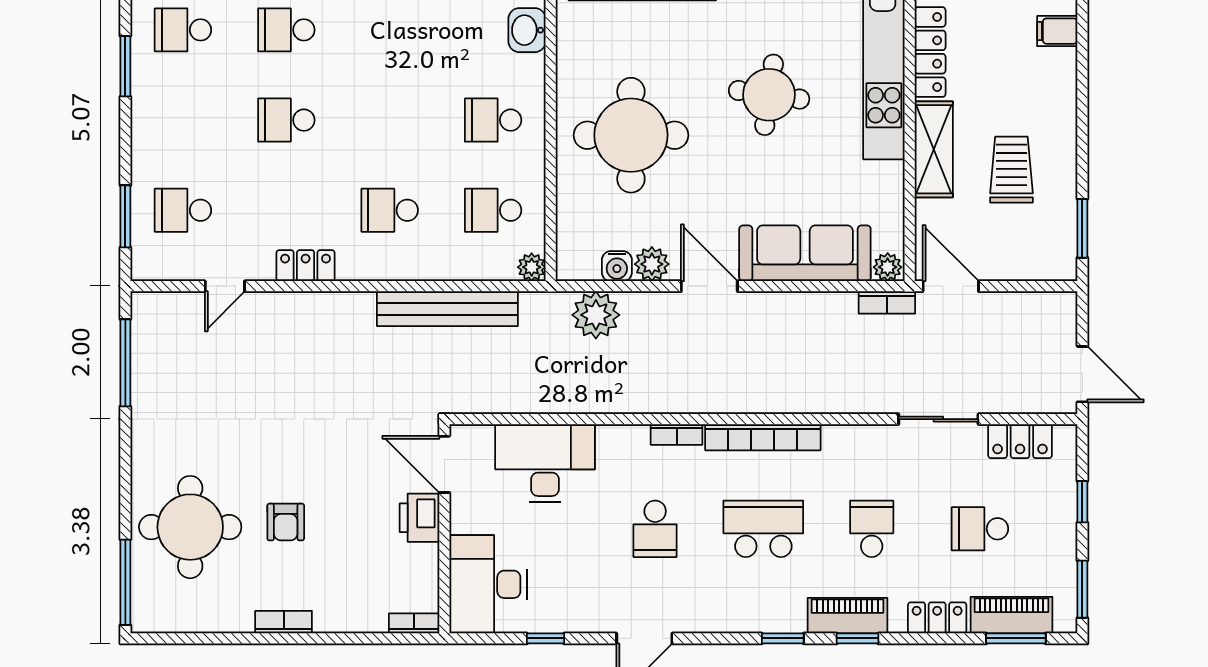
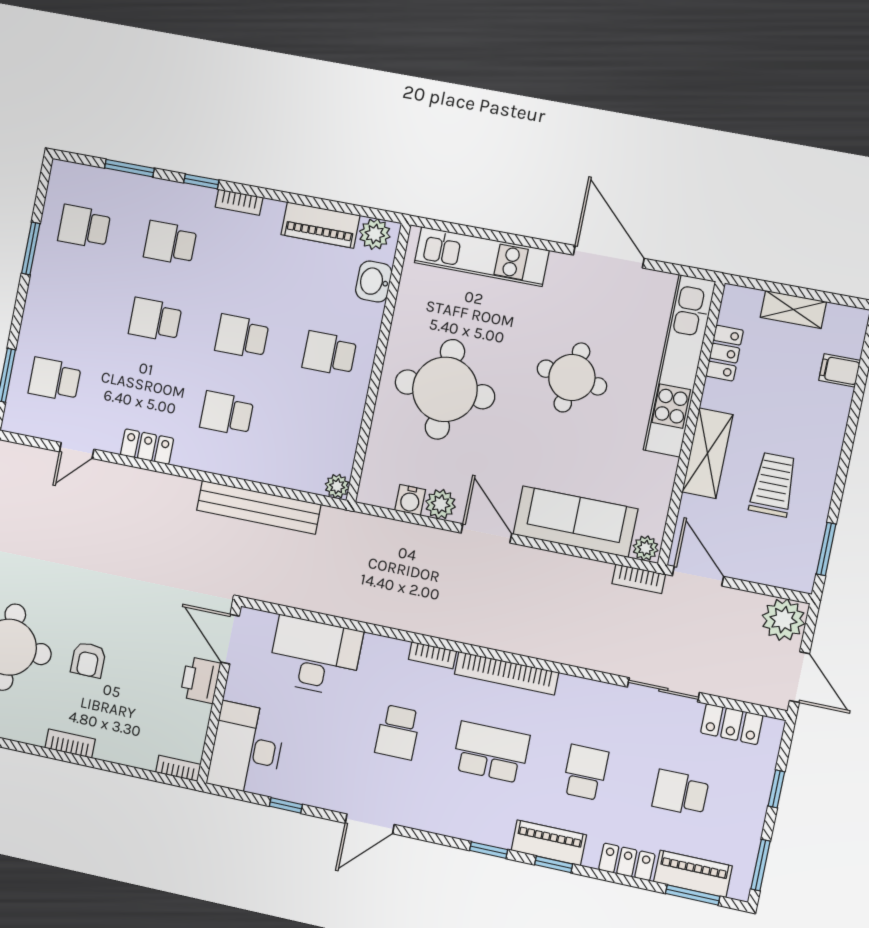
locker: (930, 52) -> (725, 353), width x0.66
school desk: (493, 210) -> (242, 337), moved
plant: (596, 315) -> (783, 620), moved

